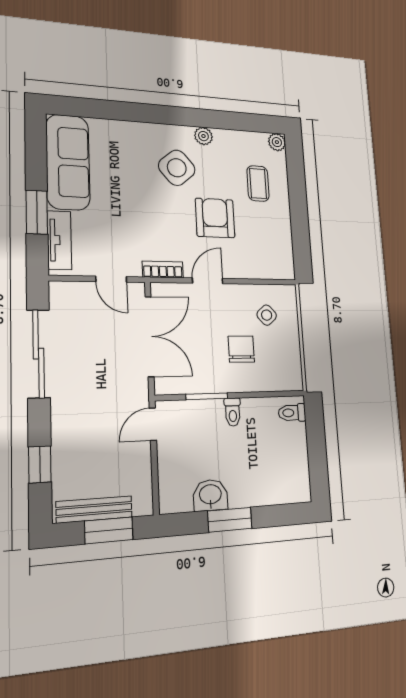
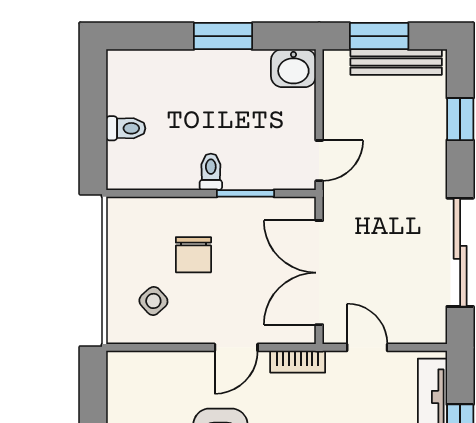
toilet: (292, 413) -> (126, 128), moved
washbasin: (210, 495) -> (293, 68), moved

